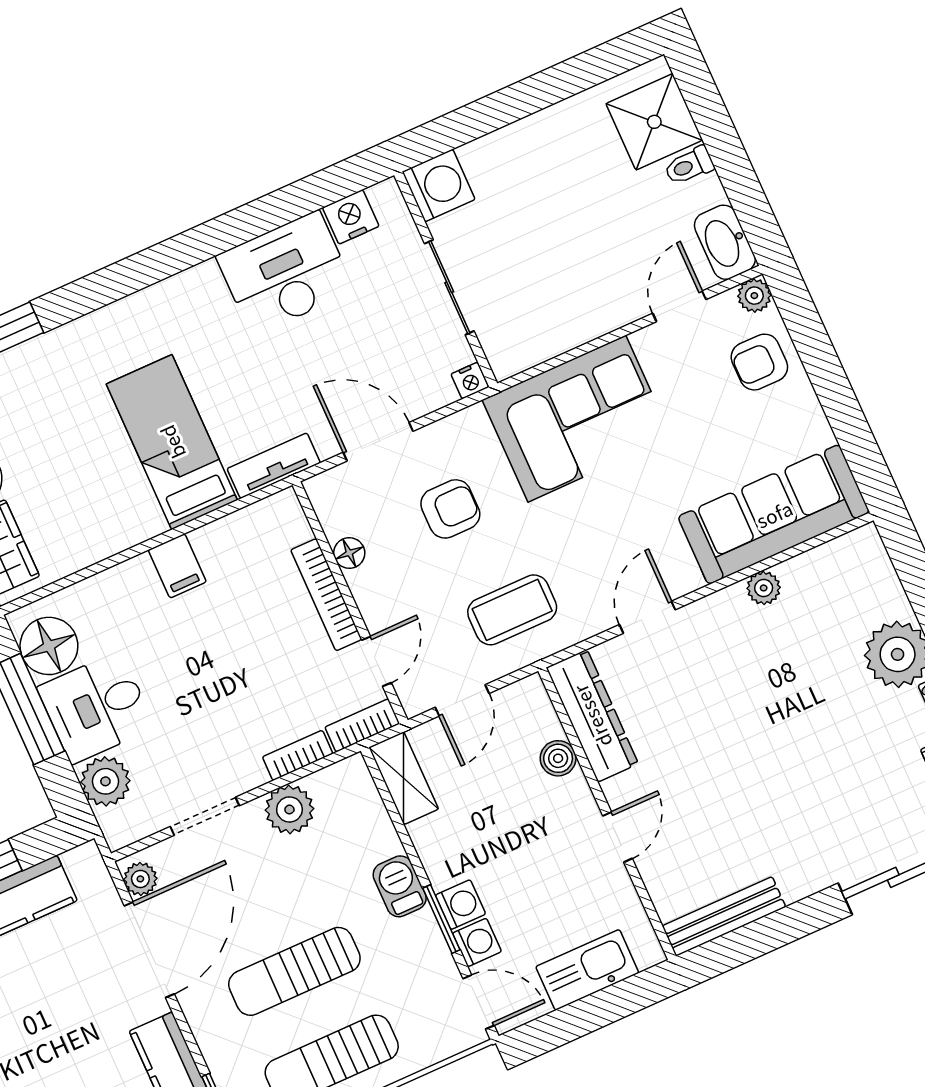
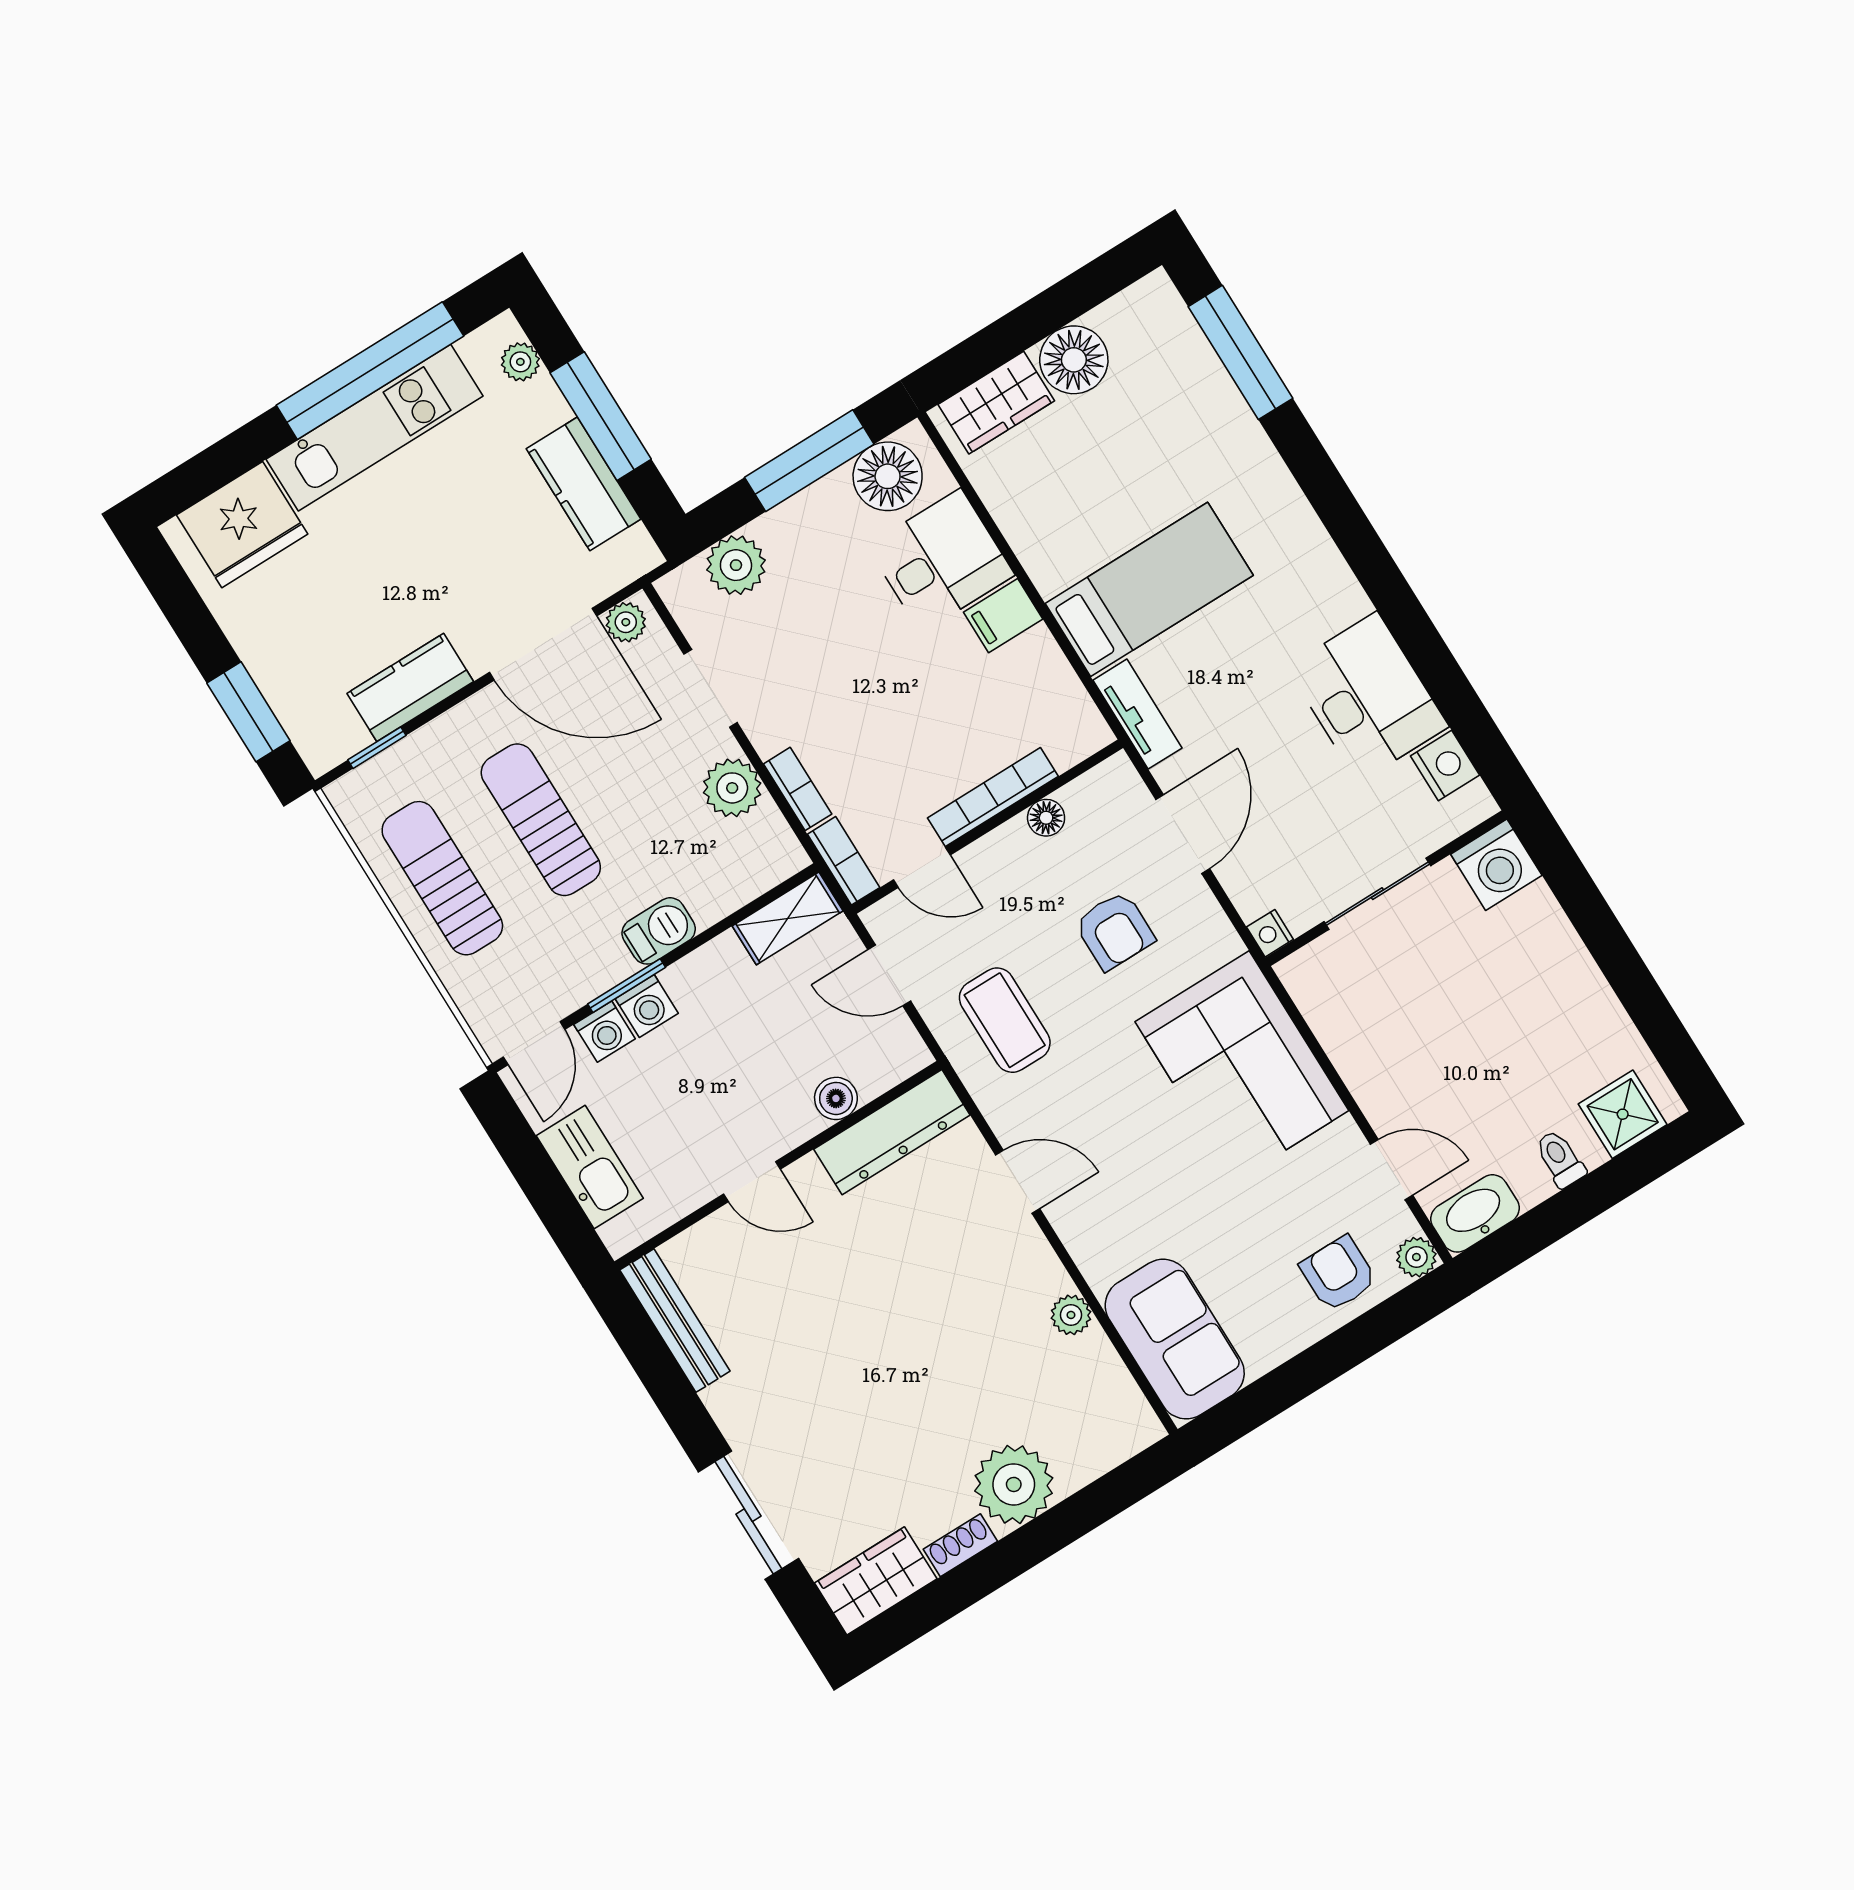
shower: (654, 122) -> (1623, 1114), width x0.73, depth x0.73
sofa: (774, 514) -> (1175, 1339), width x0.73
desk: (96, 707) -> (941, 561), moved, turned 90

